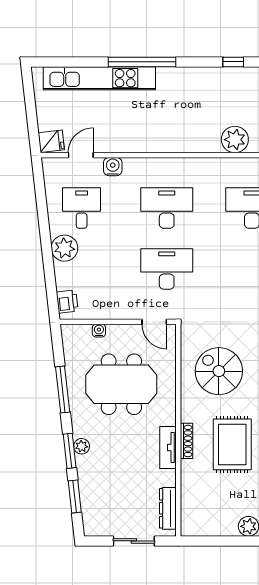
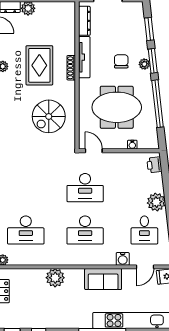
sofa: (141, 138) -> (103, 279), added
plant: (235, 140) -> (55, 278), moved
spiral stairs: (219, 371) -> (49, 116), turned 90
window: (63, 389) -> (158, 104), width x1.46
tv unit: (168, 448) -> (84, 57), width x1.41
chair: (115, 450) -> (121, 61), added

